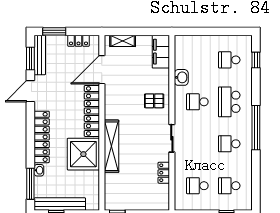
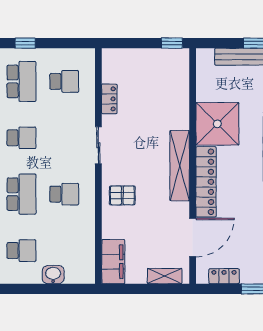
washbasin: (181, 77) -> (53, 275), moved, turned 90
shelving: (111, 146) -> (180, 166), moved
school desk: (229, 186) -> (21, 81), width x1.85

